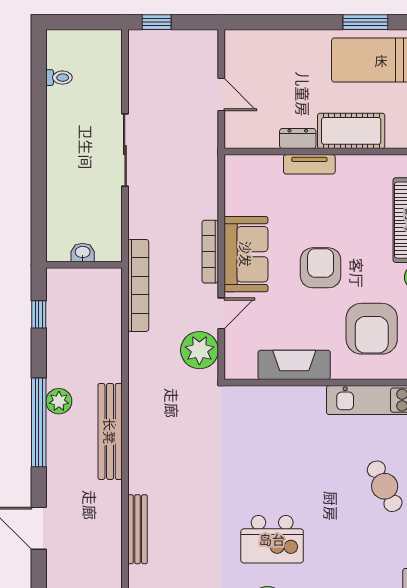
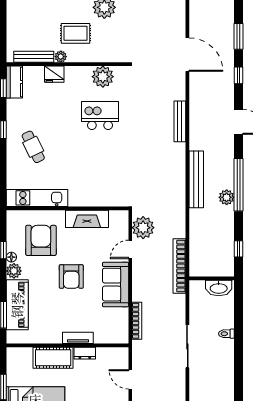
toilet: (59, 78) -> (226, 334), moved
bookcase: (210, 252) -> (137, 321), moved
washbasin: (83, 253) -> (219, 288), width x1.91, depth x1.45

